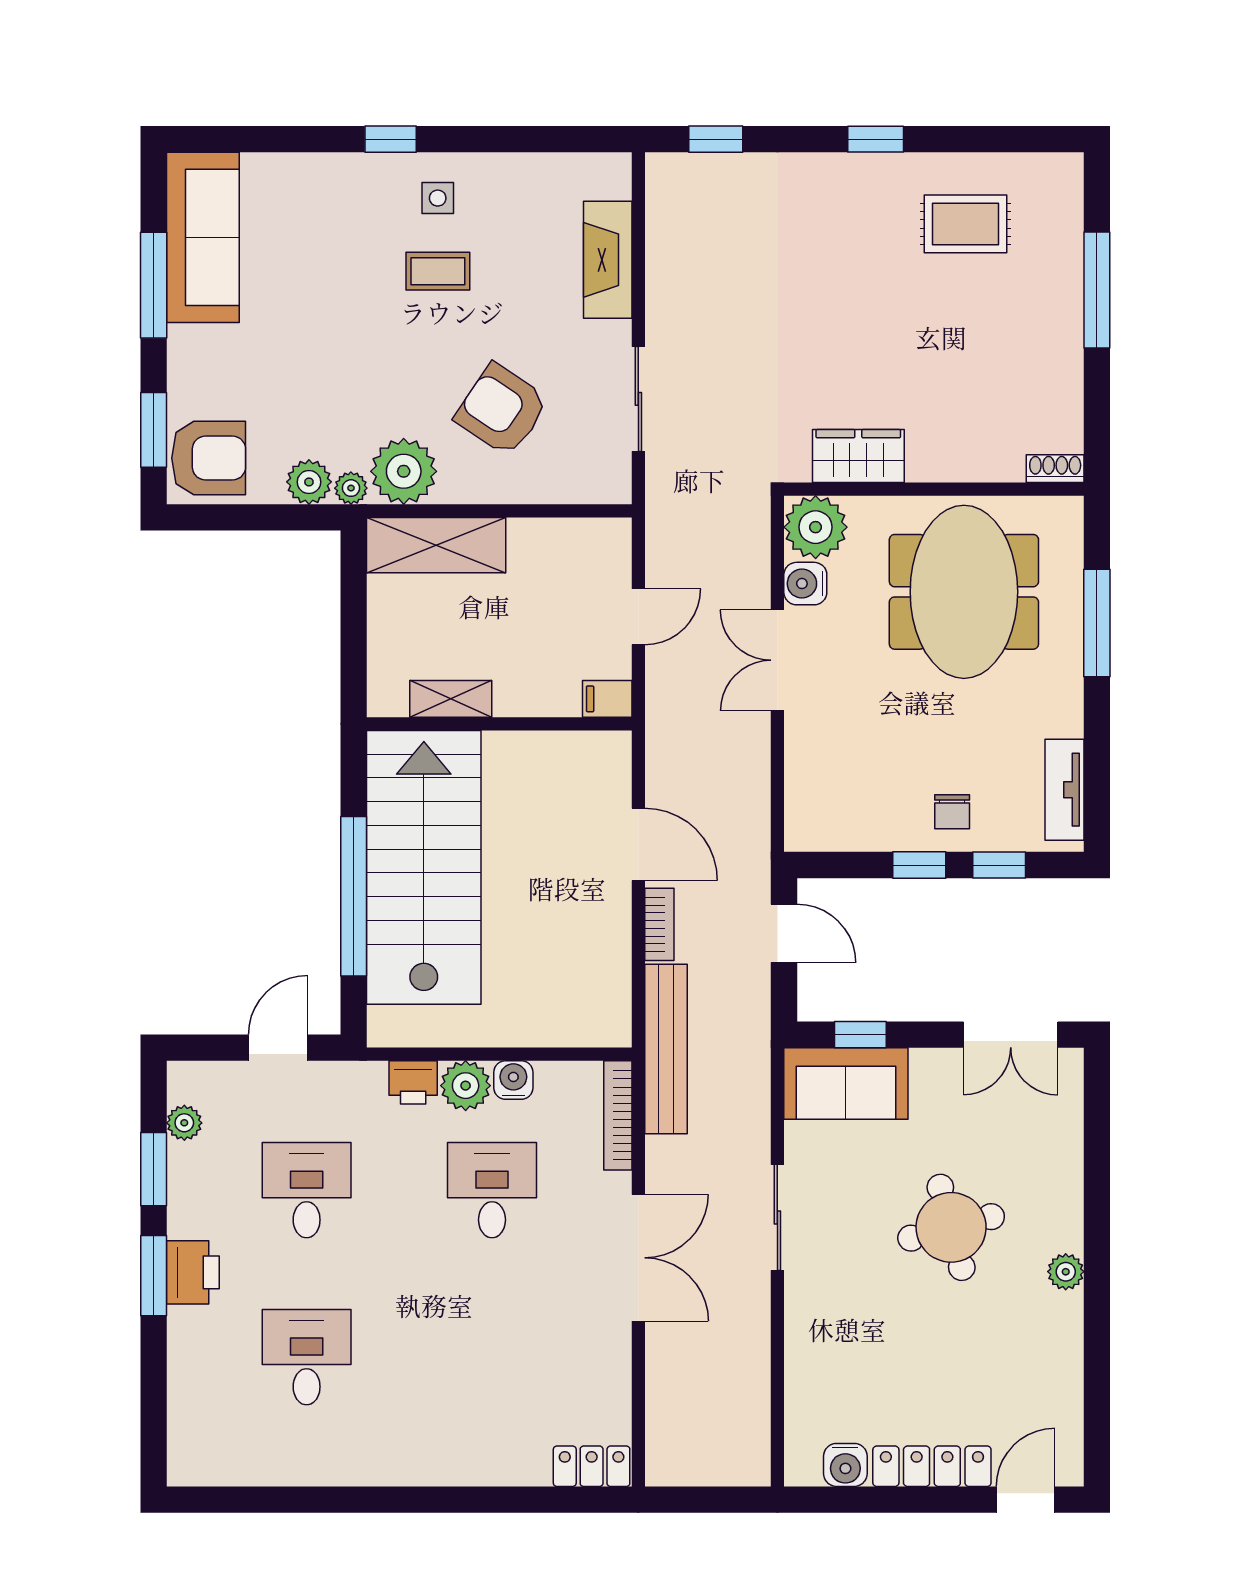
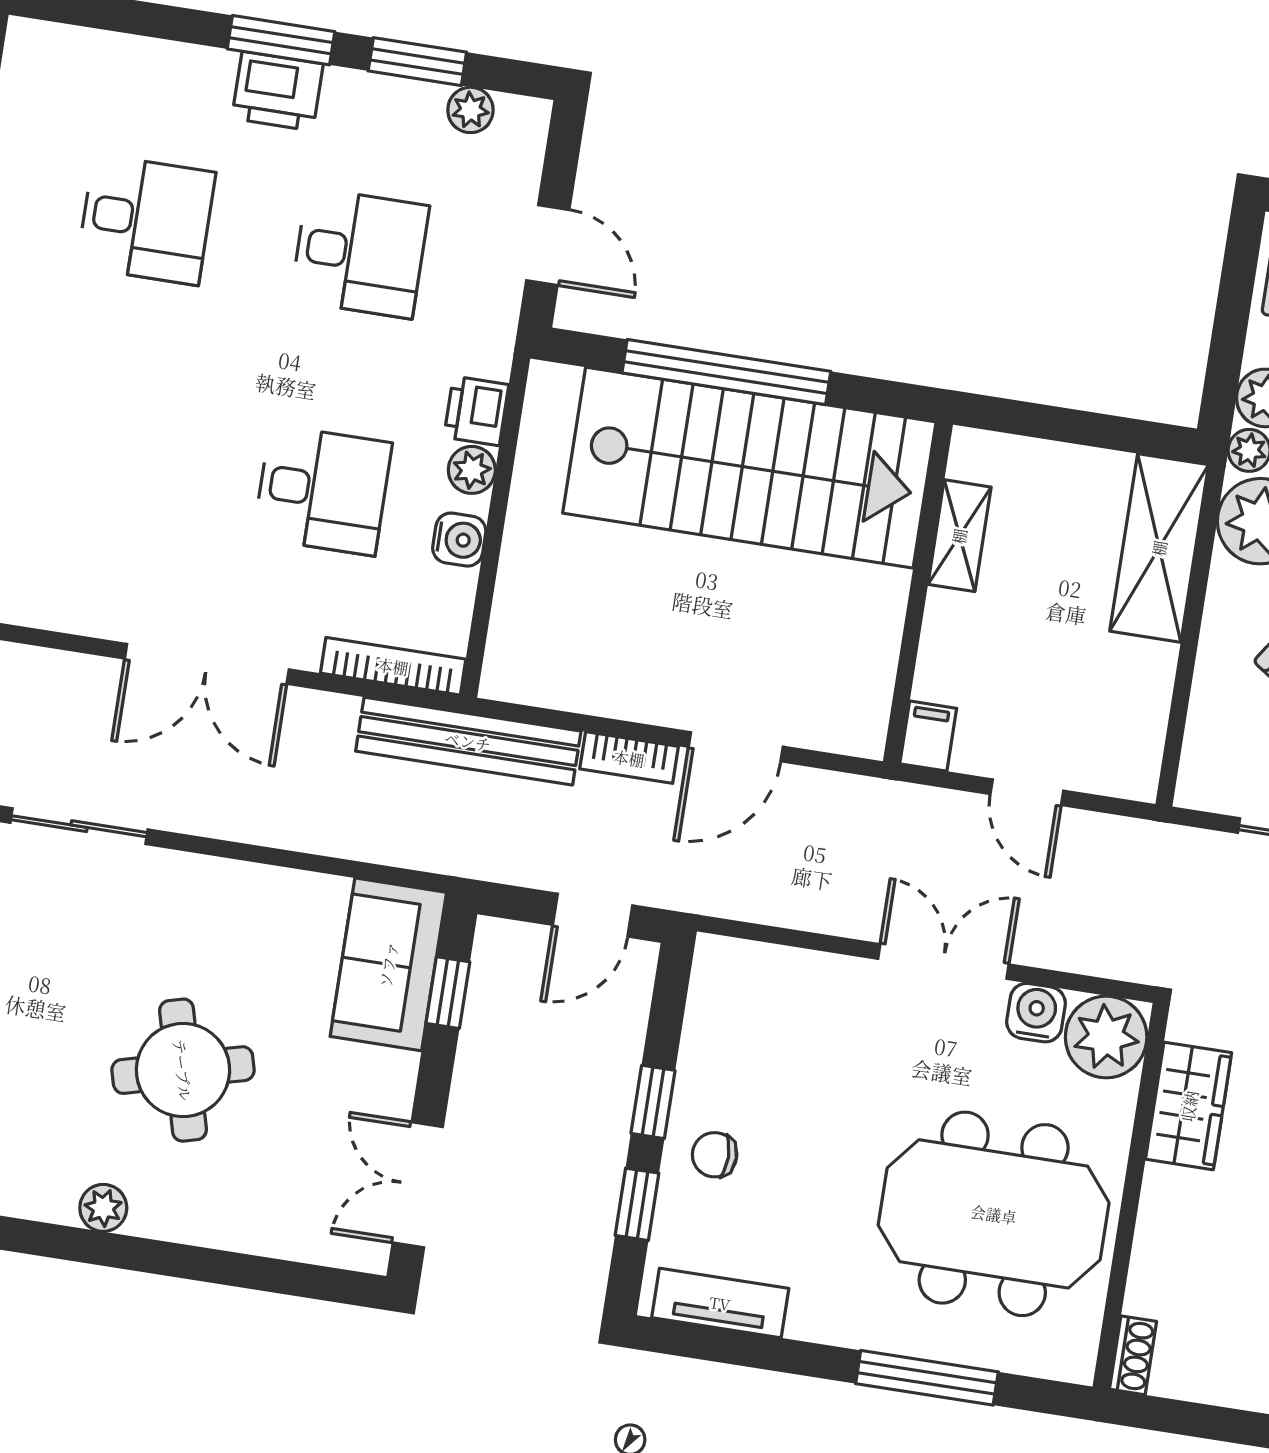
plant: (466, 1086) -> (472, 470), width x0.73, depth x0.73
sliding door: (777, 1217) -> (79, 826), moved

